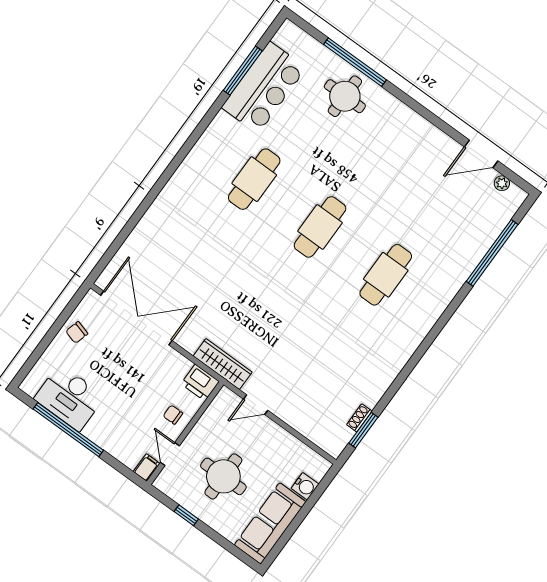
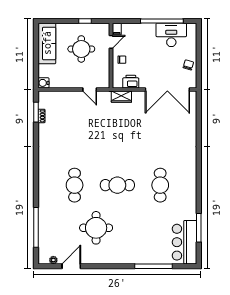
bar counter: (264, 88) -> (184, 242), moved
round table: (345, 96) -> (96, 228), moved, width x1.36, depth x1.36
cafe table: (320, 227) -> (117, 185), turned 90
wardrobe: (223, 364) -> (121, 97), width x0.67
printer: (200, 383) -> (131, 82), moved
door: (256, 405) -> (90, 90), swing flipped
door: (170, 454) -> (111, 42), hinge flipped
water cooler: (305, 486) -> (43, 83), moved

